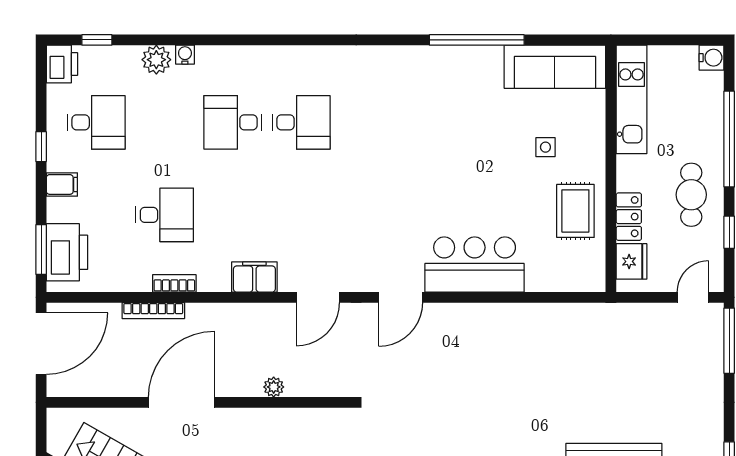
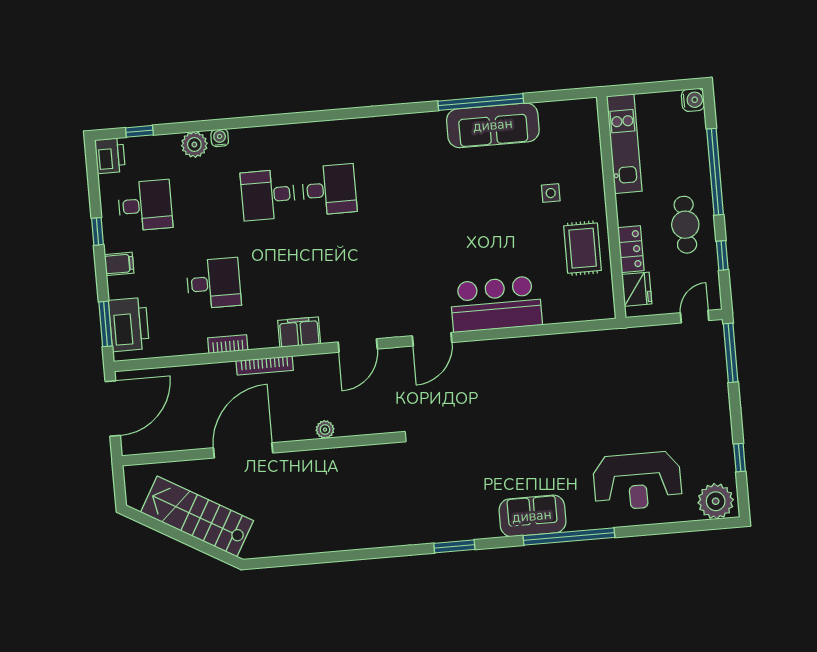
sofa: (555, 67) -> (493, 125), moved
bookcase: (153, 311) -> (265, 366), moved

